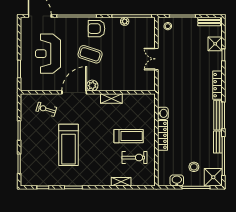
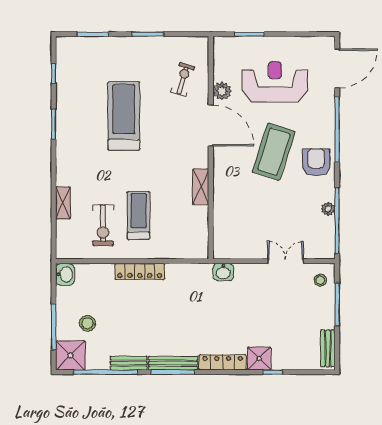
shower: (215, 44) -> (259, 359), moved
coffee table: (90, 54) -> (274, 152), width x1.36, depth x1.32
double door: (156, 59) -> (286, 261), moved
plant: (92, 86) -> (222, 91), moved
washbasin: (163, 113) -> (223, 272), moved
treadmill: (129, 136) -> (138, 216), turned 180
treadmill: (68, 145) -> (124, 116), turned 90
washbasin: (177, 180) -> (65, 274), moved

